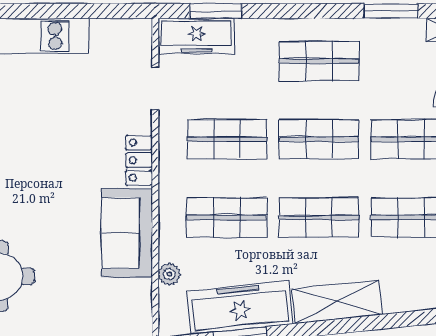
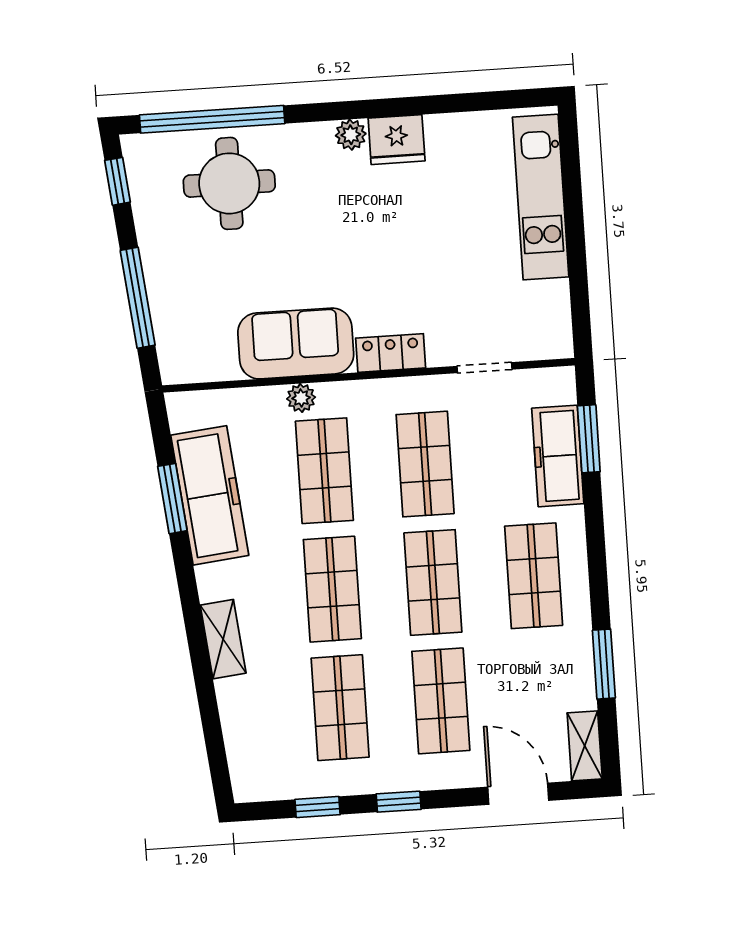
freezer: (196, 36) -> (558, 456), moved
plant: (169, 274) -> (301, 398), moved
shelving: (337, 302) -> (223, 639), width x0.67, depth x0.75

